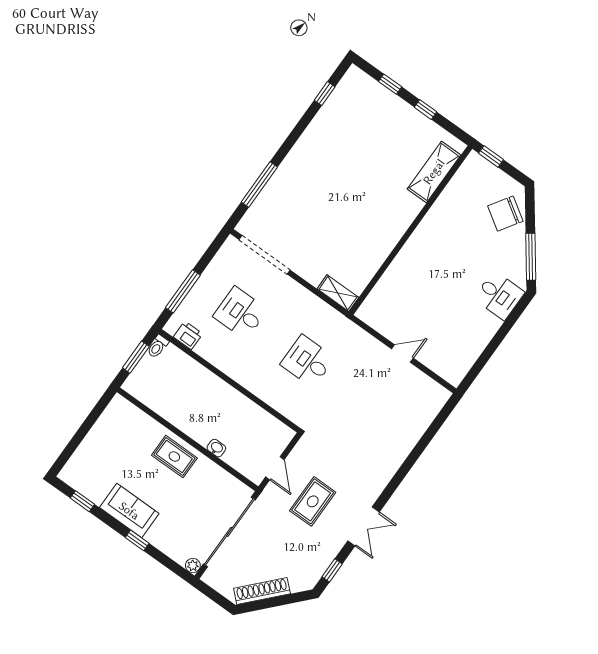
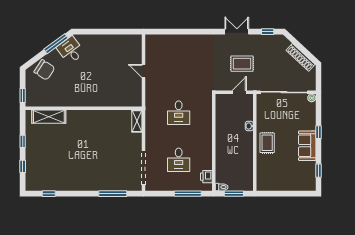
desk: (499, 295) -> (71, 50), moved, turned -37

